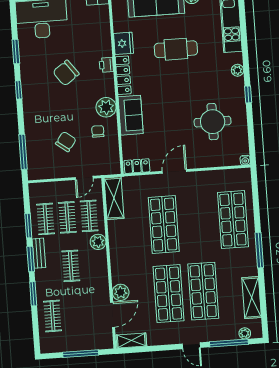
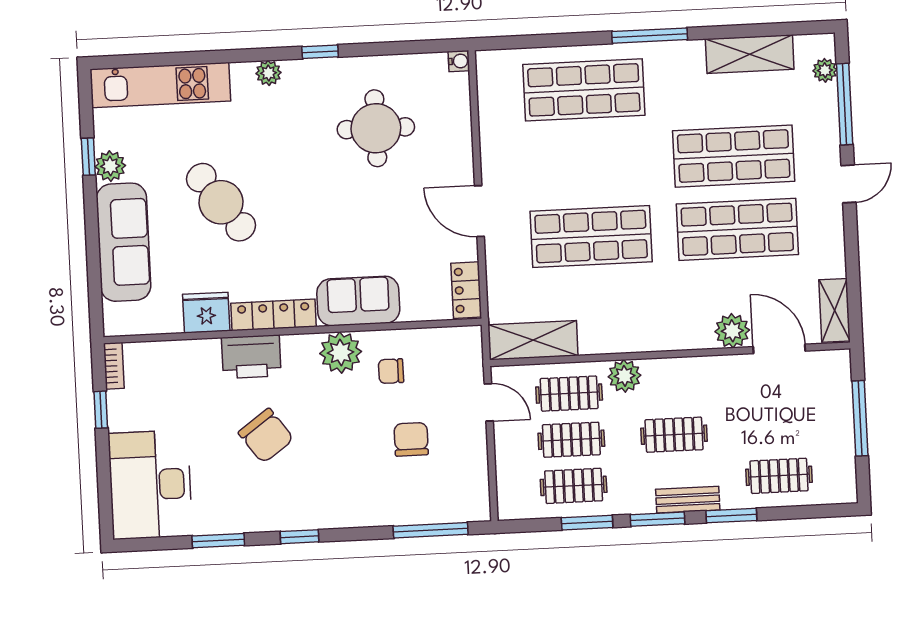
cafe table: (176, 49) -> (221, 202), turned -36
printer: (106, 65) -> (251, 357), width x1.87, depth x1.48
chair: (66, 142) -> (411, 439), turned 53
bench: (39, 253) -> (688, 500), moved

